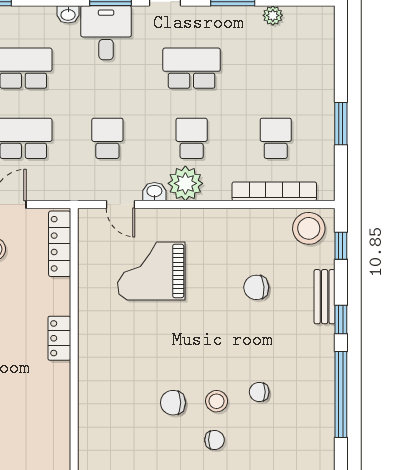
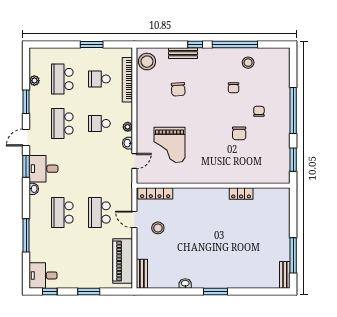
school desk: (107, 138) -> (62, 79), moved, width x1.85
plant: (185, 183) -> (128, 127), width x0.53, depth x0.53
window: (341, 246) -> (156, 44), removed
locker: (59, 338) -> (241, 193), moved
stool: (217, 401) -> (248, 63), moved

